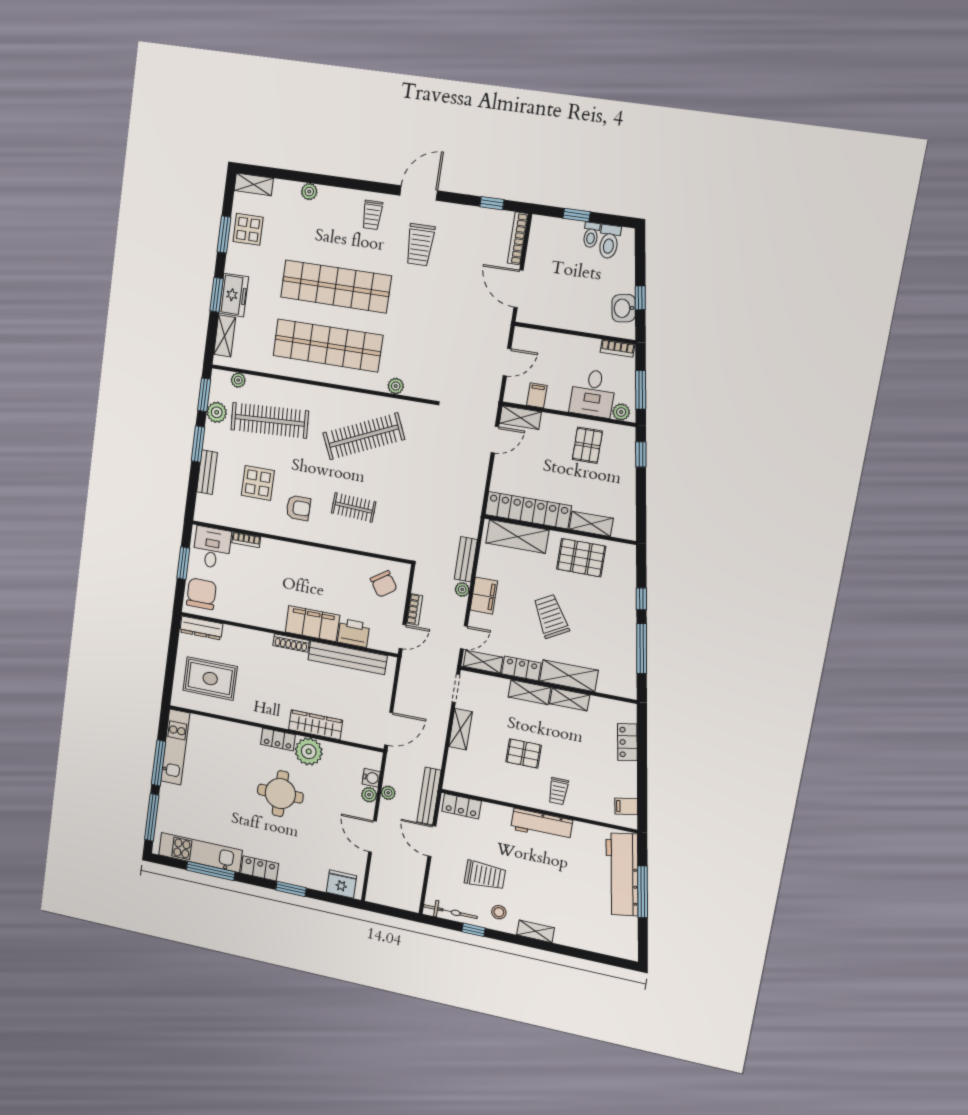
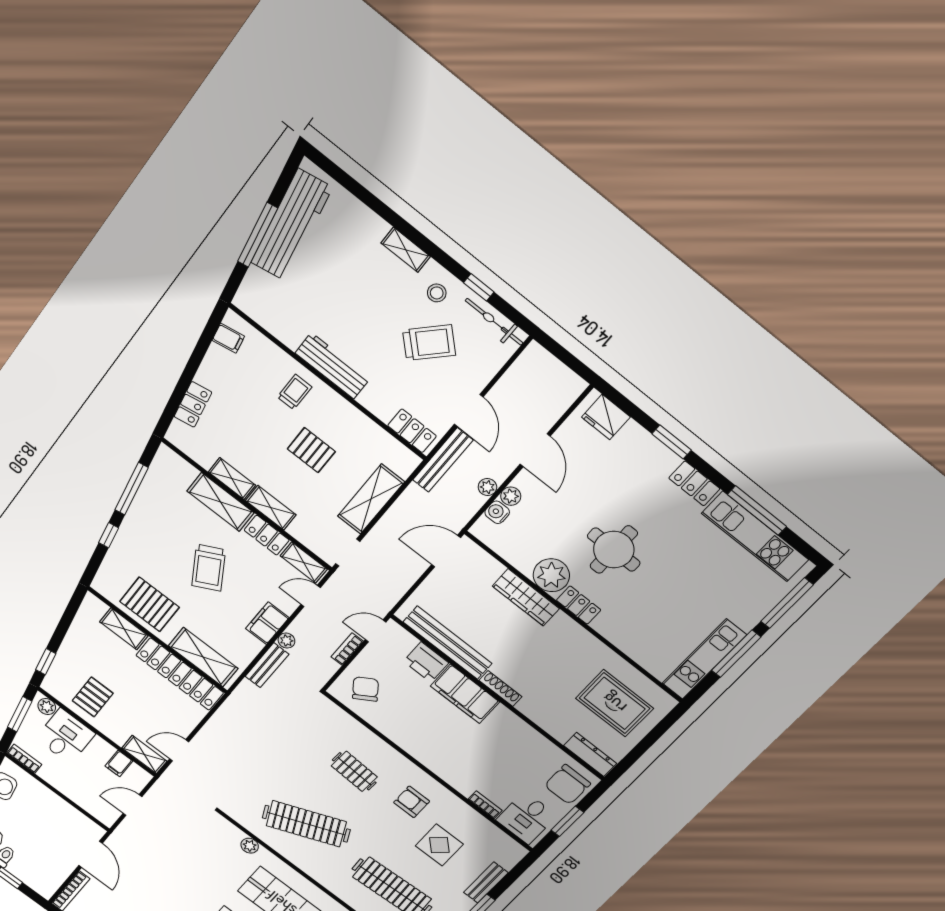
shelving: (460, 729) -> (371, 499), width x1.50, depth x1.33
workbench: (622, 874) -> (292, 225), moved
trolley: (485, 875) -> (429, 343), turned 134

